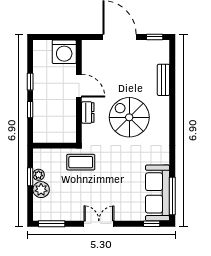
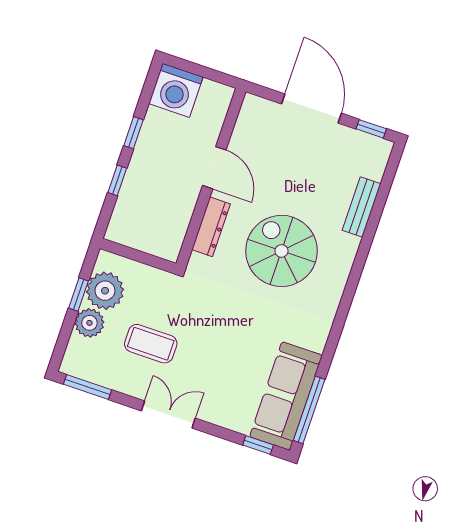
washing machine: (64, 52) -> (176, 90), moved
dresser: (88, 112) -> (211, 227), width x1.44
coffee table: (81, 162) -> (151, 344), moved
plant: (39, 175) -> (105, 291), width x1.88, depth x1.88

